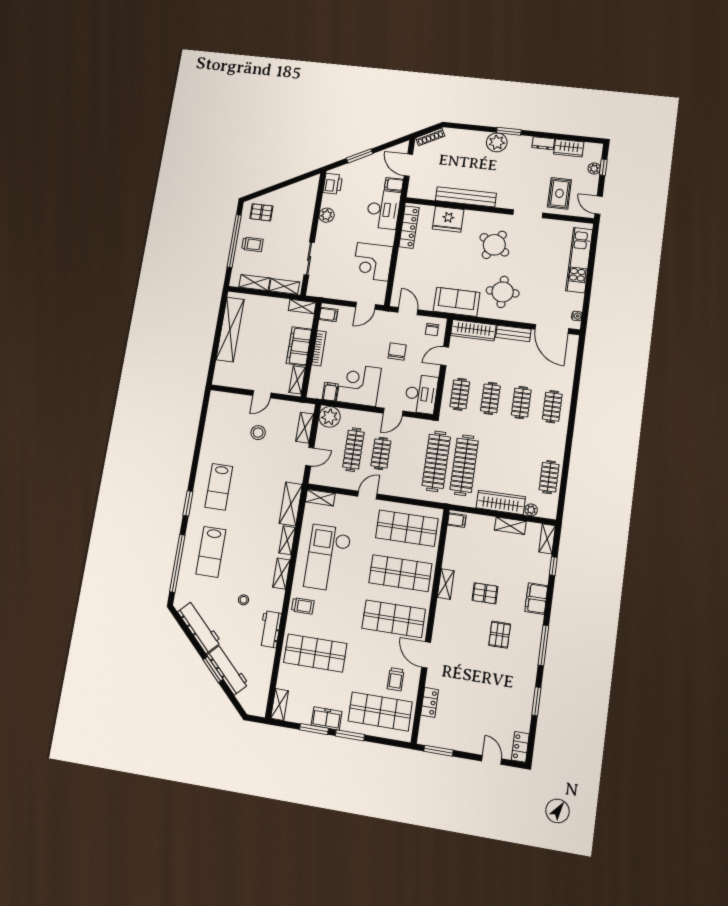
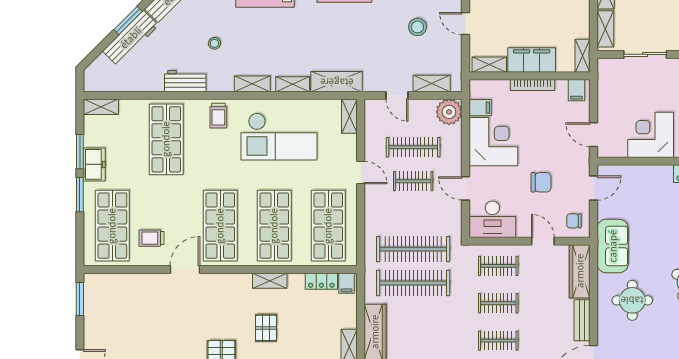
checkout: (328, 558) -> (279, 137), turned 180
locker: (430, 702) -> (321, 281), moved

